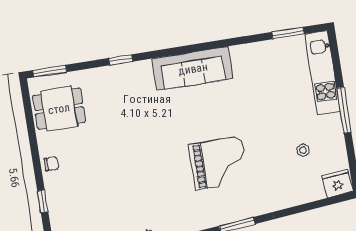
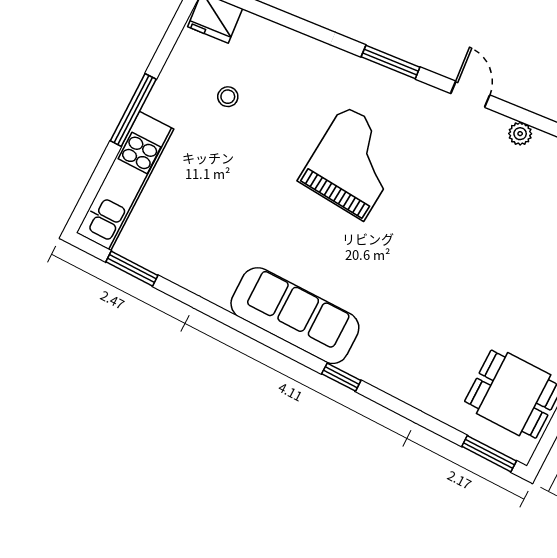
window: (121, 60) -> (341, 377), moved
grand piano: (219, 163) -> (354, 163), turned 94

